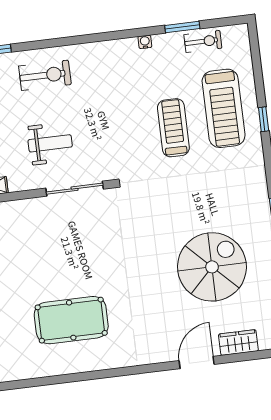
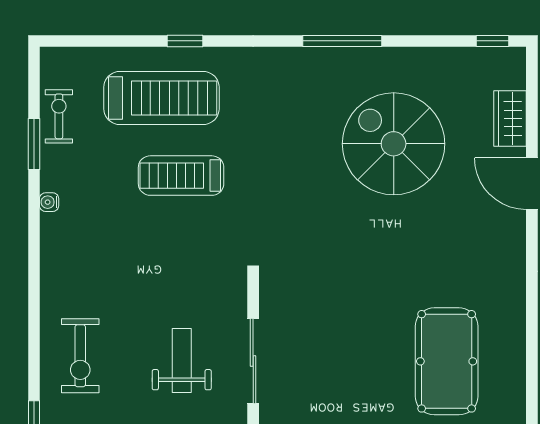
exercise bike: (45, 75) -> (80, 356), turned 180
sliding door: (75, 189) -> (253, 361), moved

